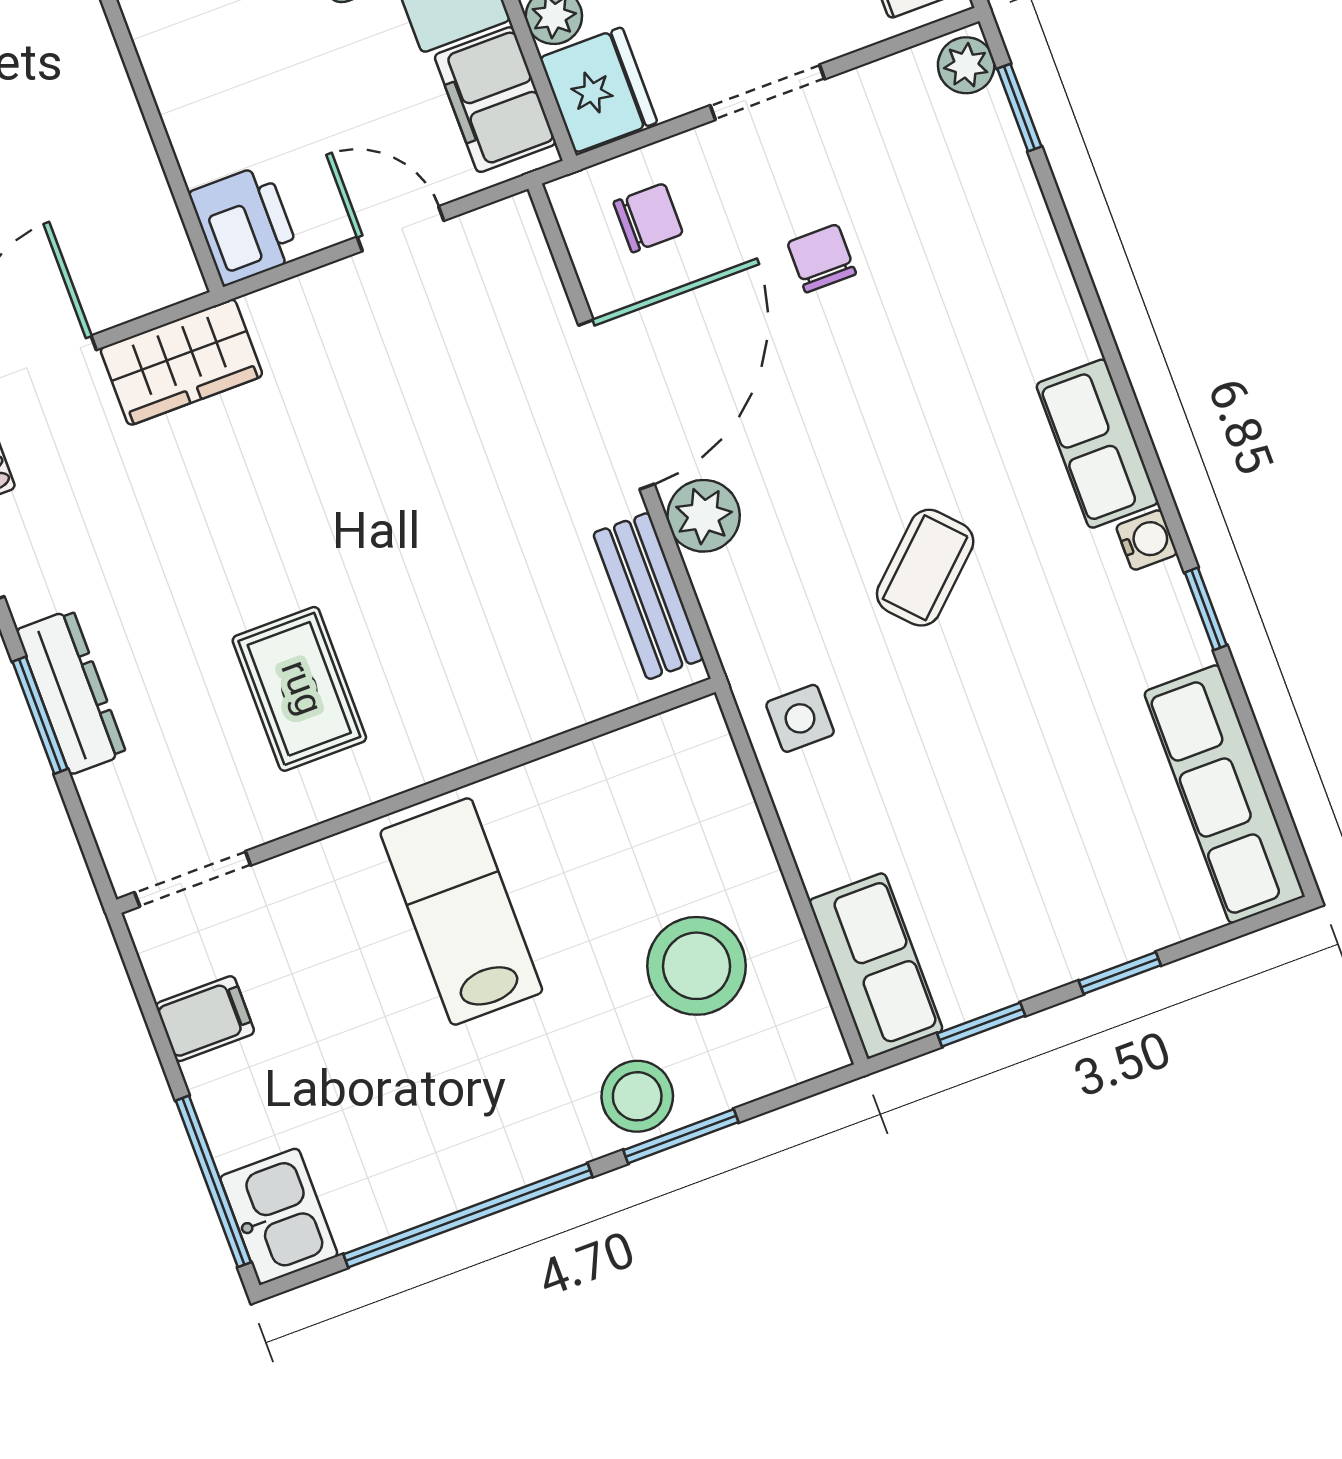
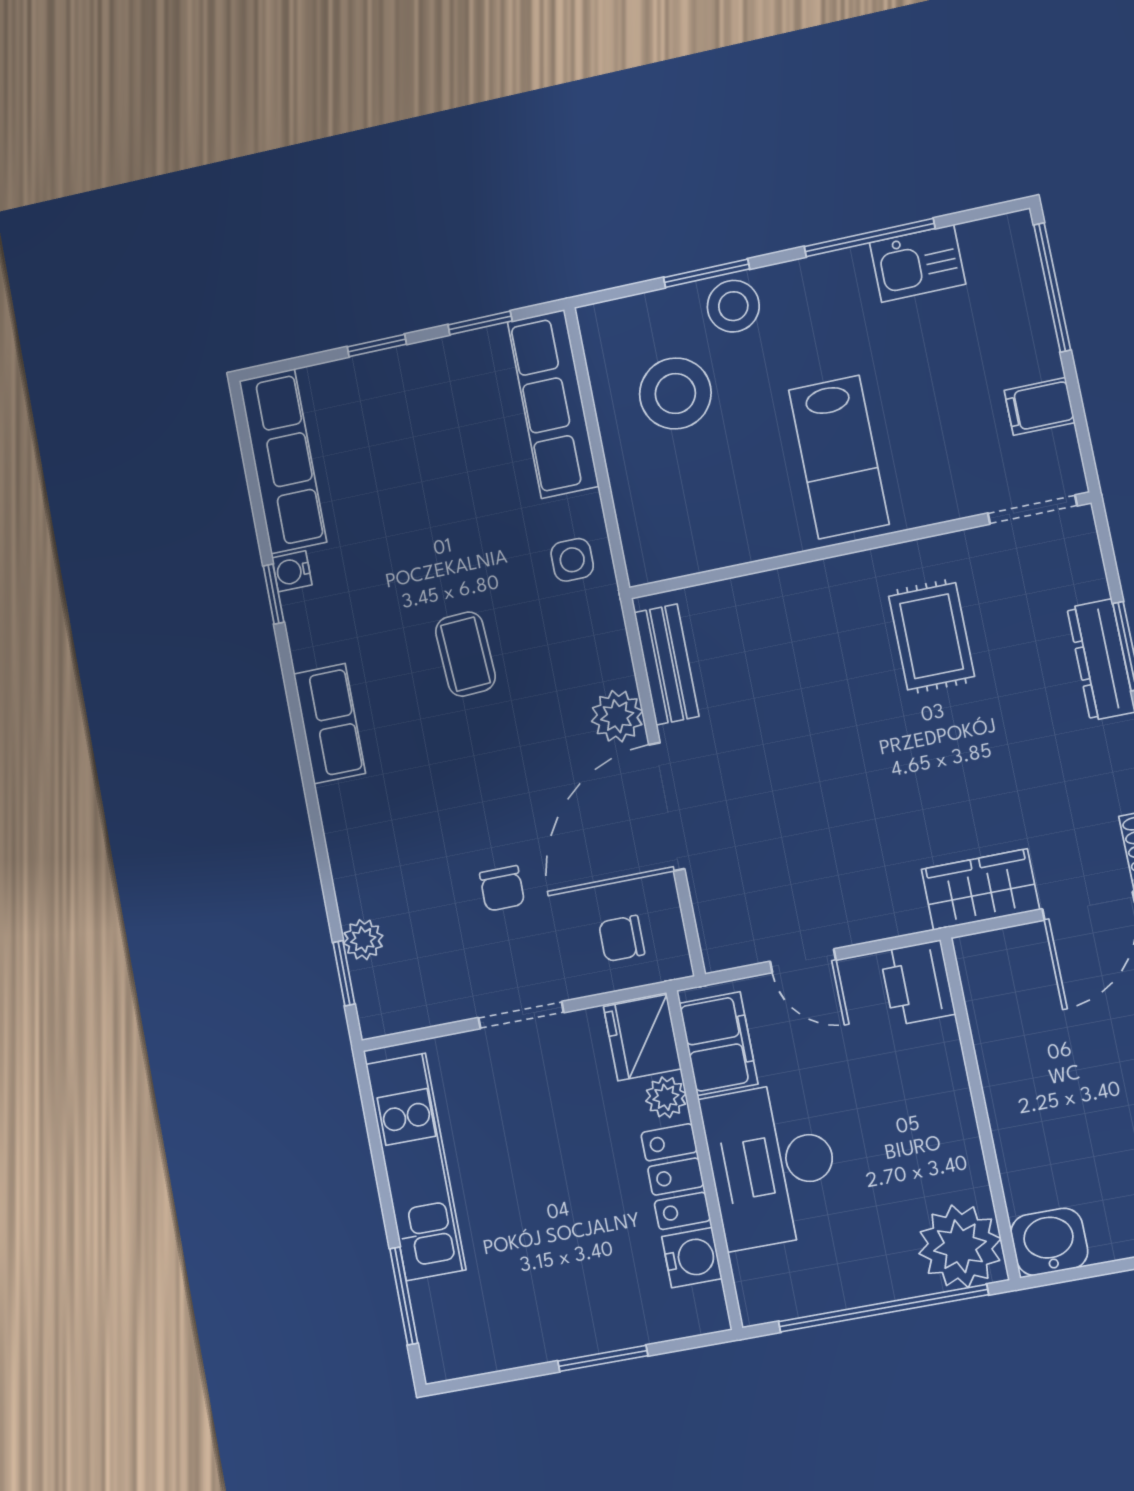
plant: (966, 65) -> (363, 940), moved
water cooler: (1147, 540) -> (292, 571), moved
coffee table: (925, 568) -> (465, 654), turned -50
row of seats: (876, 966) -> (553, 404), width x1.48
window: (468, 1215) -> (870, 238), width x0.68
kitchen sink: (279, 1216) -> (918, 263), moved, turned -90

